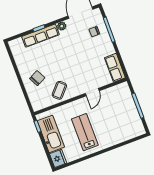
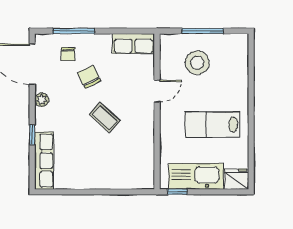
row of seats: (40, 36) -> (44, 161), moved
chair: (37, 78) -> (89, 77), moved
coffee table: (59, 90) -> (105, 117), moved
door: (92, 92) -> (157, 91), hinge flipped
stool: (118, 109) -> (197, 63), added

